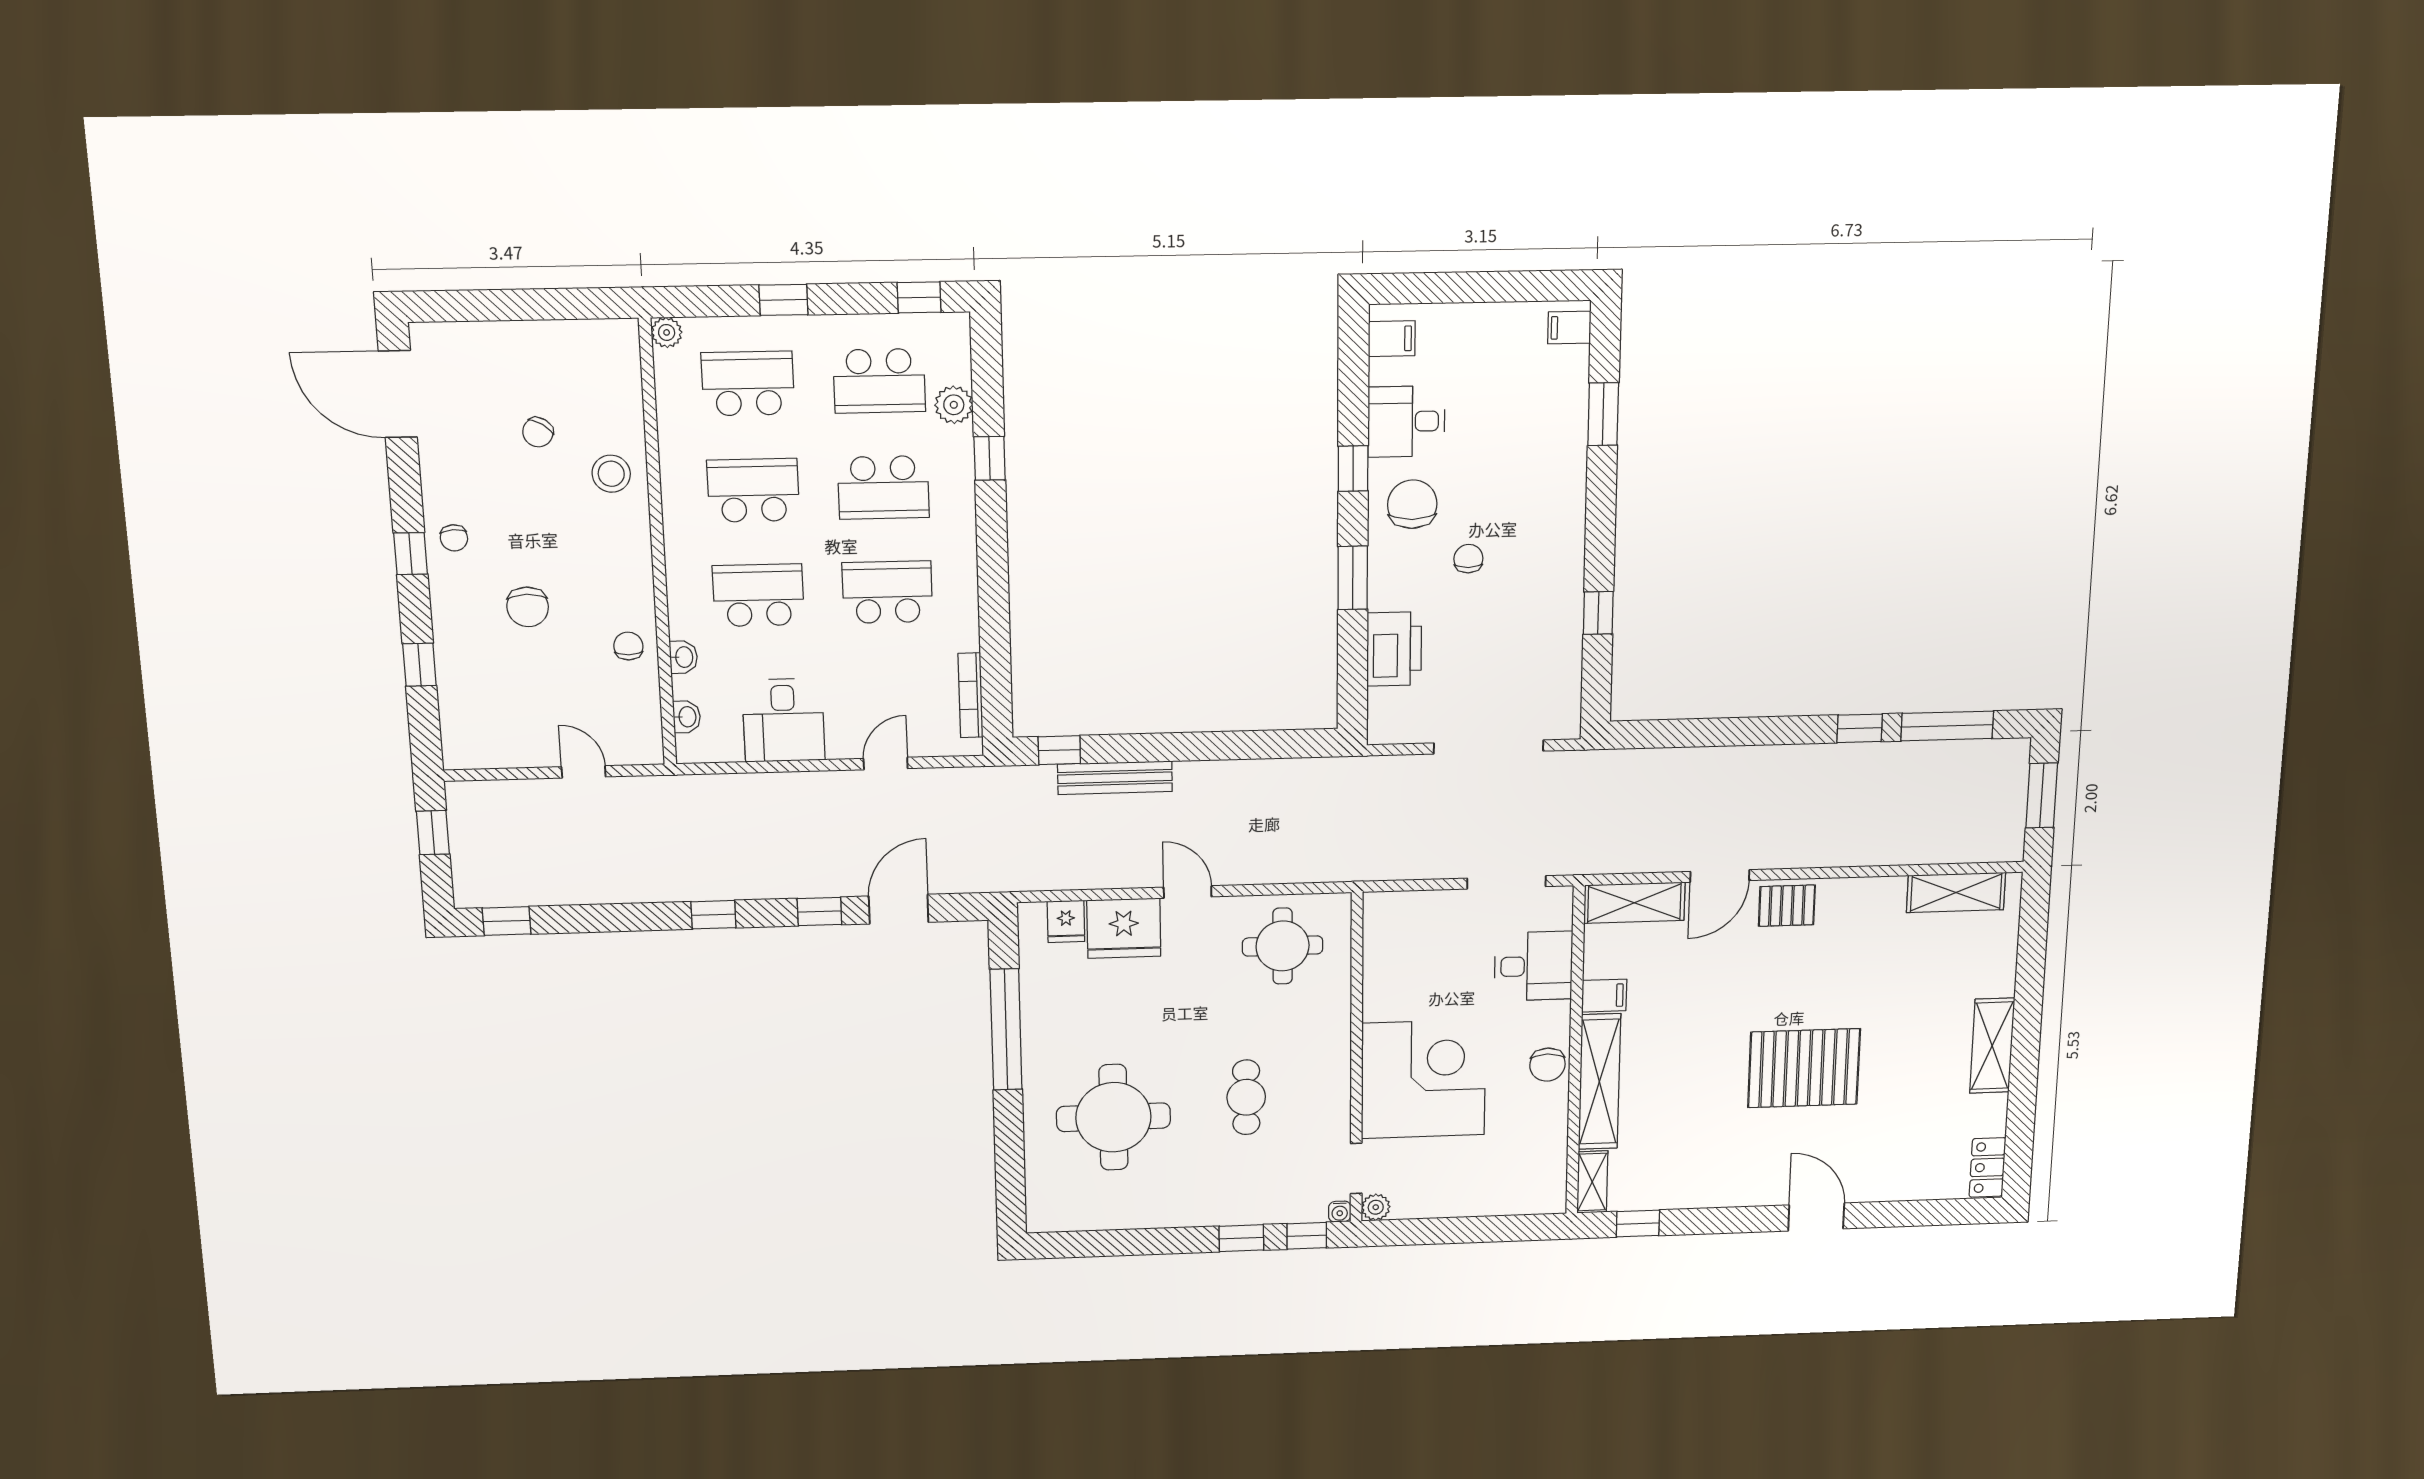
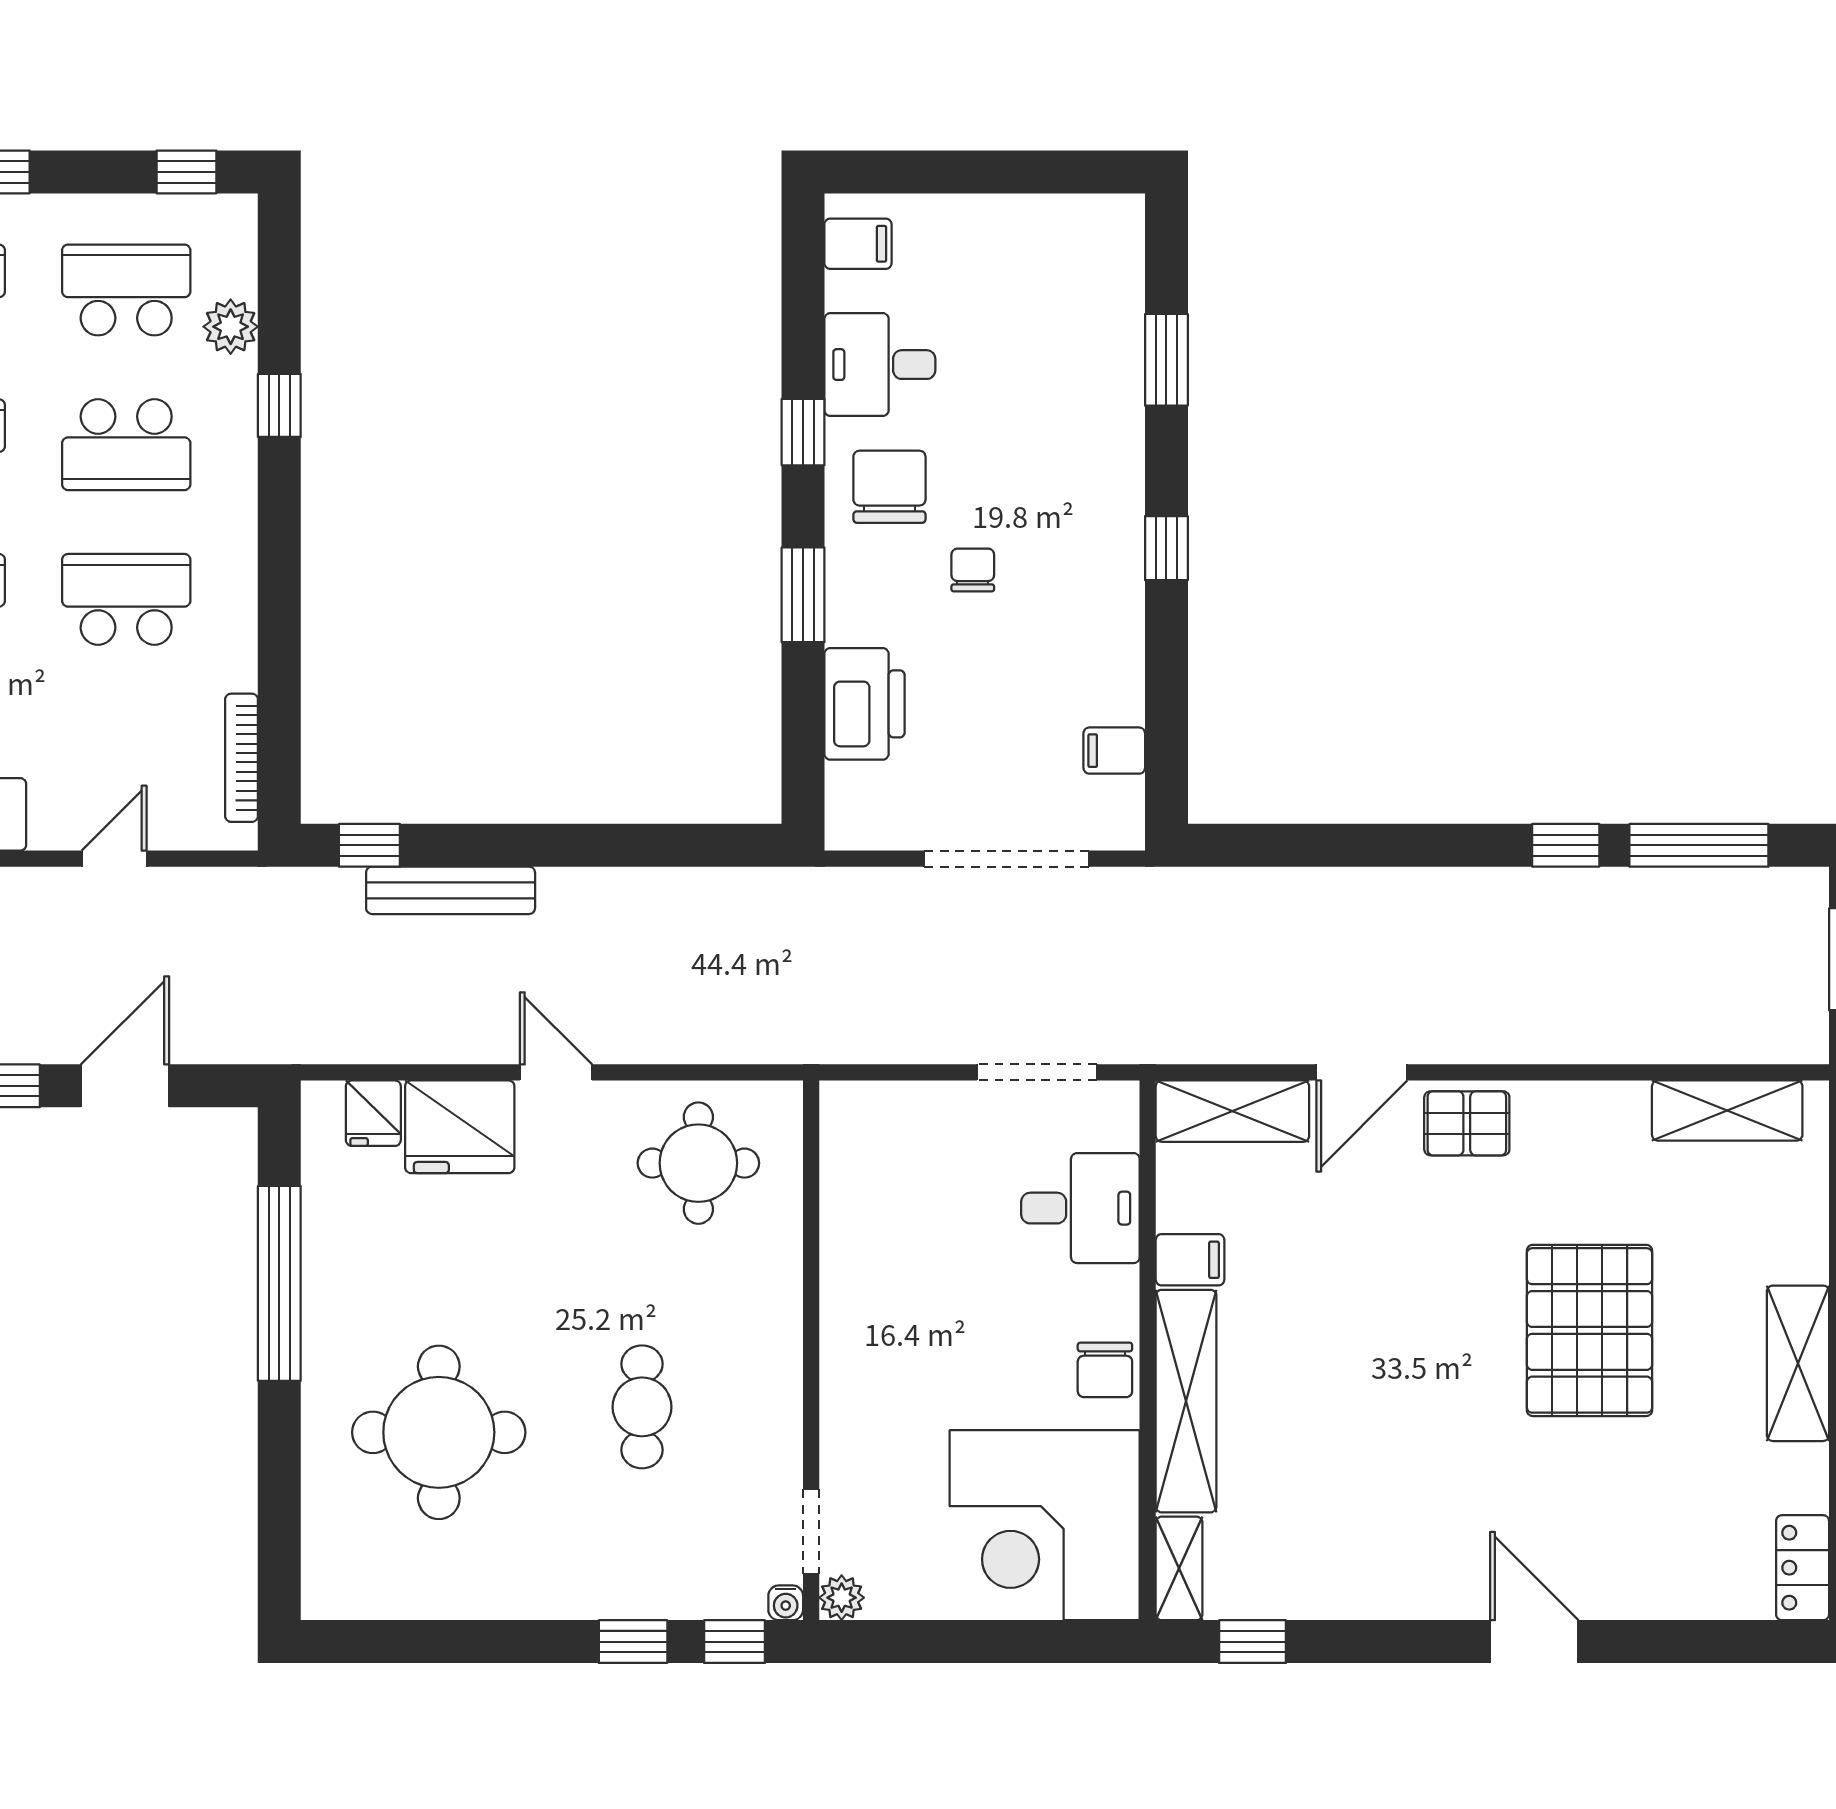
filing cabinet: (1569, 328) -> (1114, 751), moved
school desk: (879, 381) -> (126, 290), turned 180
window: (1598, 613) -> (1166, 548), moved
pallet: (1804, 1068) -> (1590, 1330), moved, turned 90
corner desk: (1423, 1079) -> (1045, 1525), moved, turned 180

